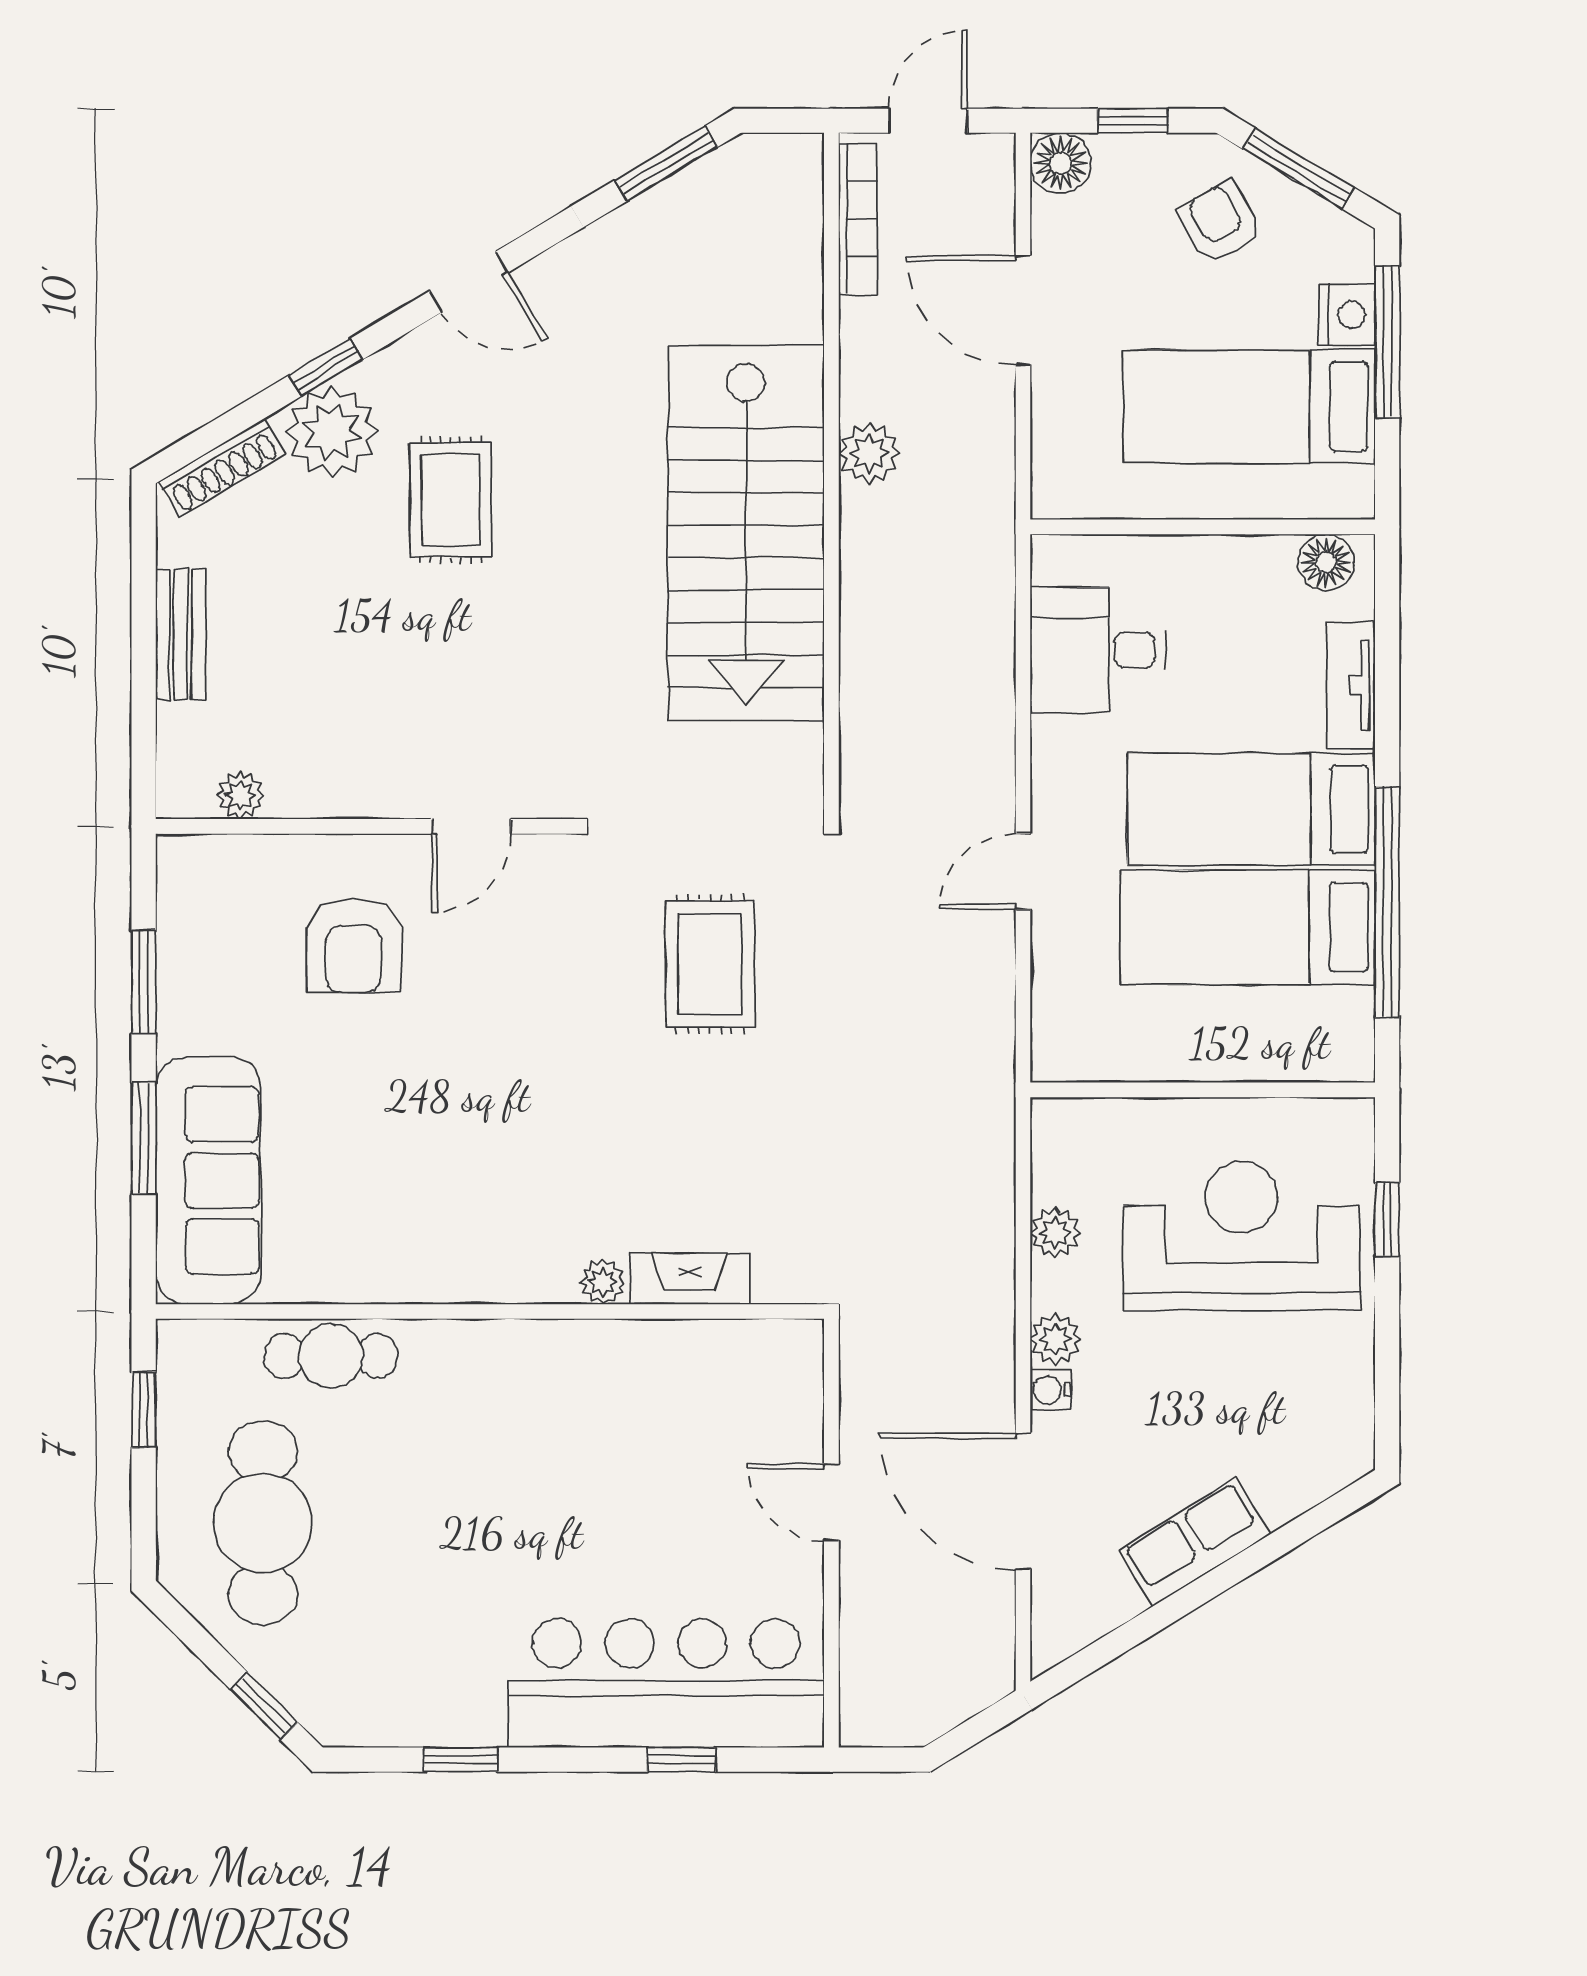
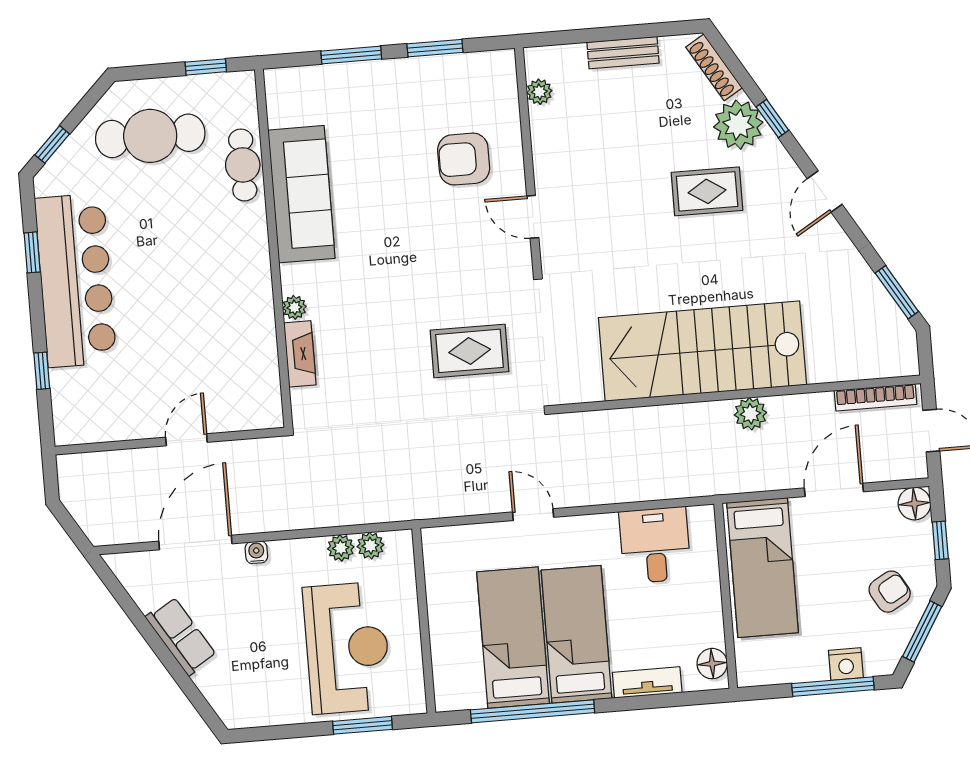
bed: (1249, 406) -> (763, 568), moved, turned 180
sofa: (208, 1180) -> (301, 194), moved, turned -90
window: (1387, 1219) -> (363, 725), width x1.50
plant: (1056, 1339) -> (370, 546), moved
bar counter: (666, 1683) -> (76, 280), moved

